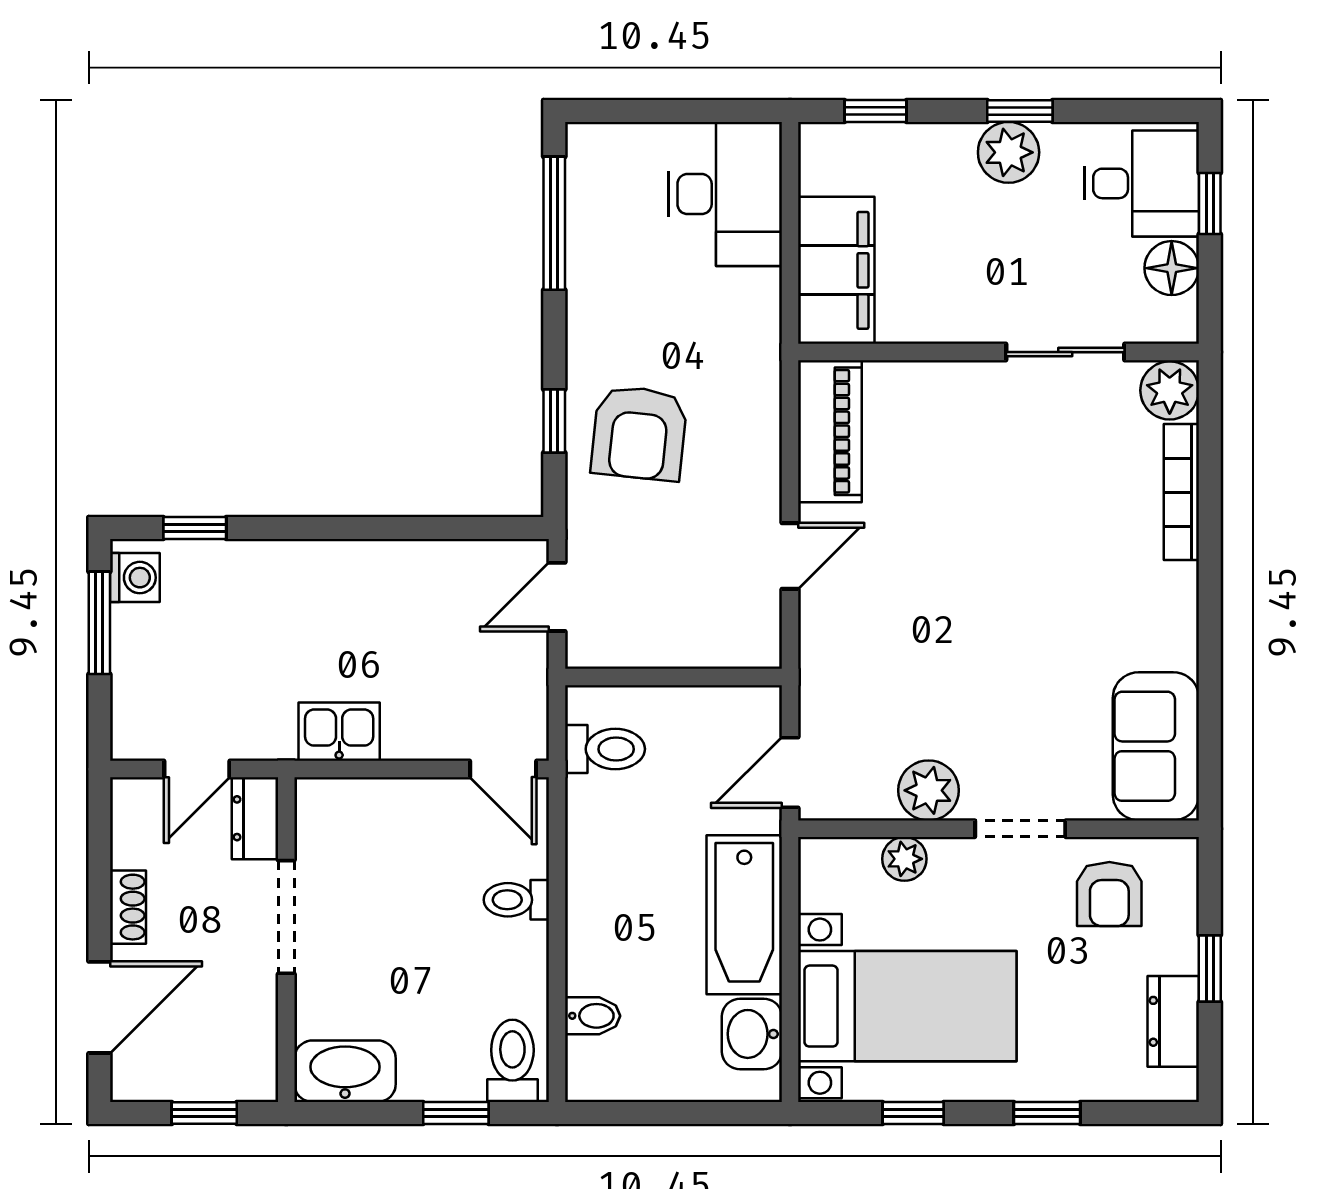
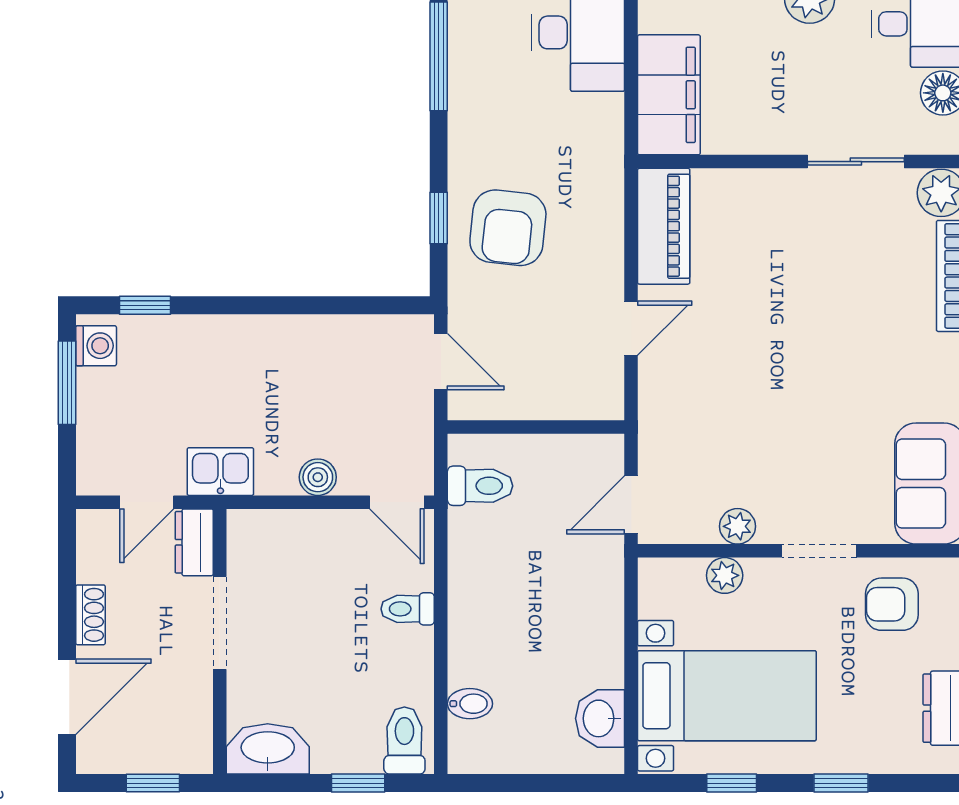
door: (557, 597) -> (441, 362), swing flipped
kitchen sink: (339, 732) -> (220, 472), moved
boiler: (406, 739) -> (318, 477), added
plant: (928, 790) -> (738, 526), width x0.73, depth x0.73
armchair: (1109, 894) -> (892, 604), turned 90
bathtub: (744, 915) -> (594, 621), removed

